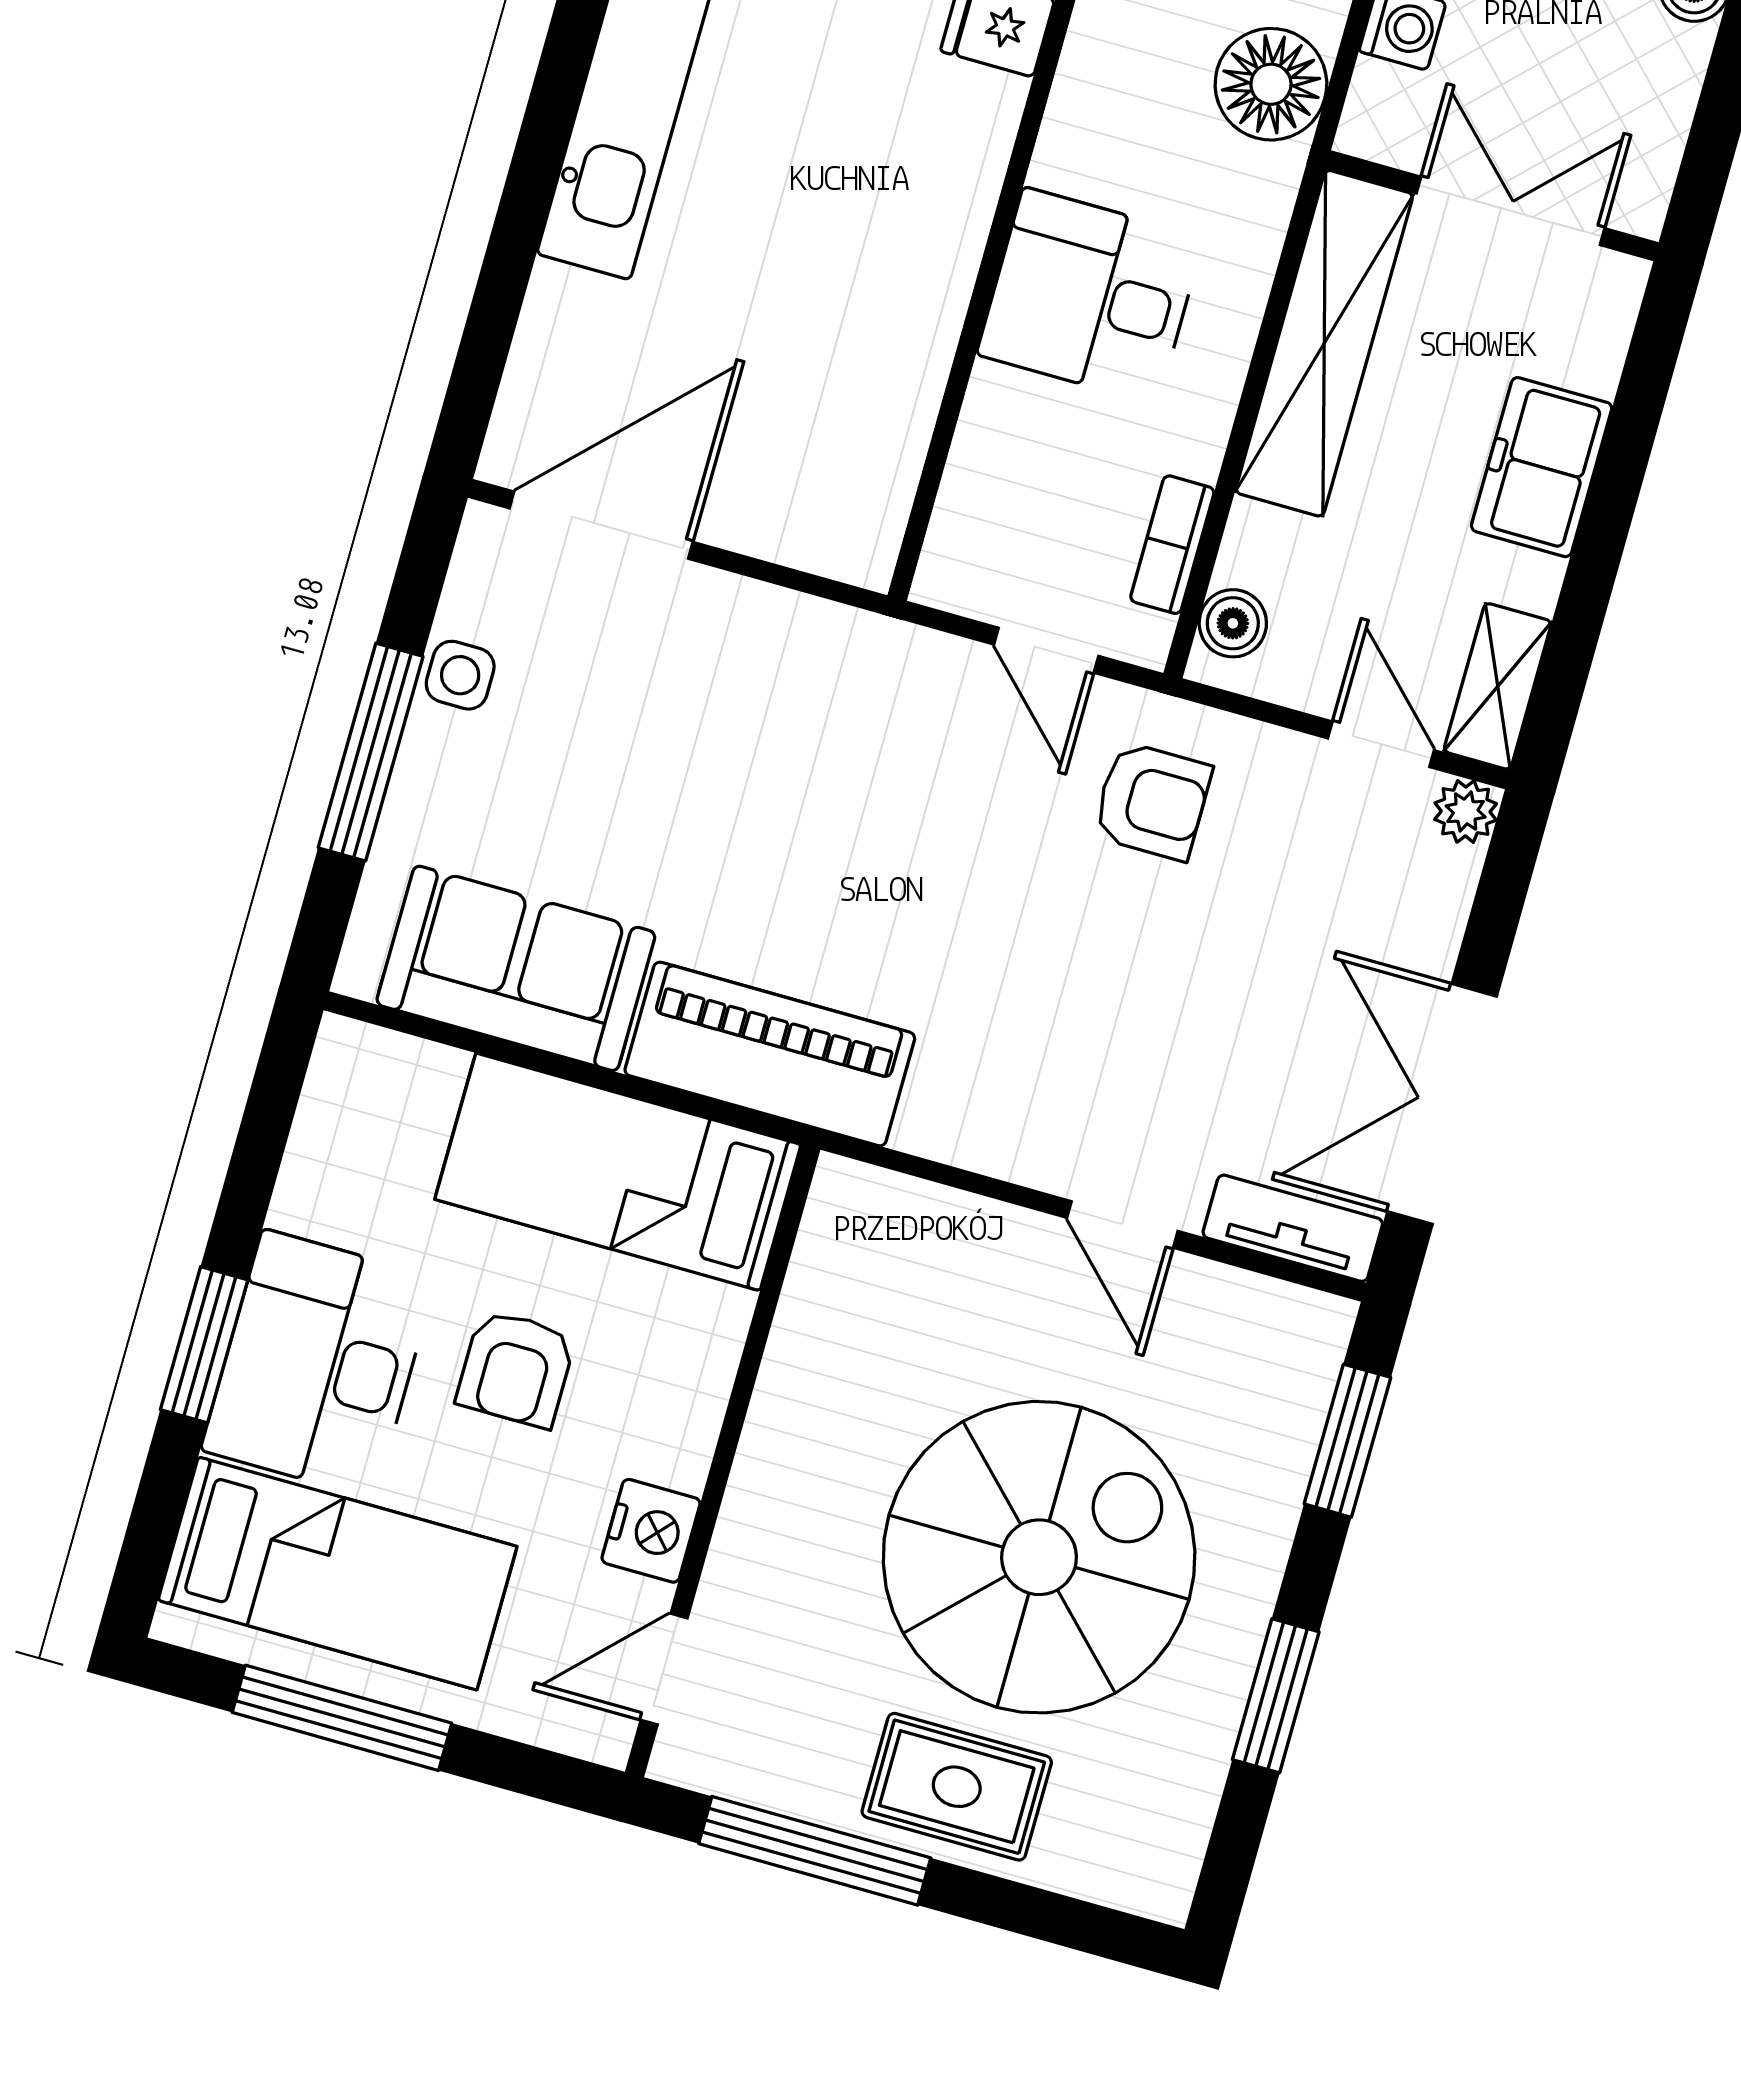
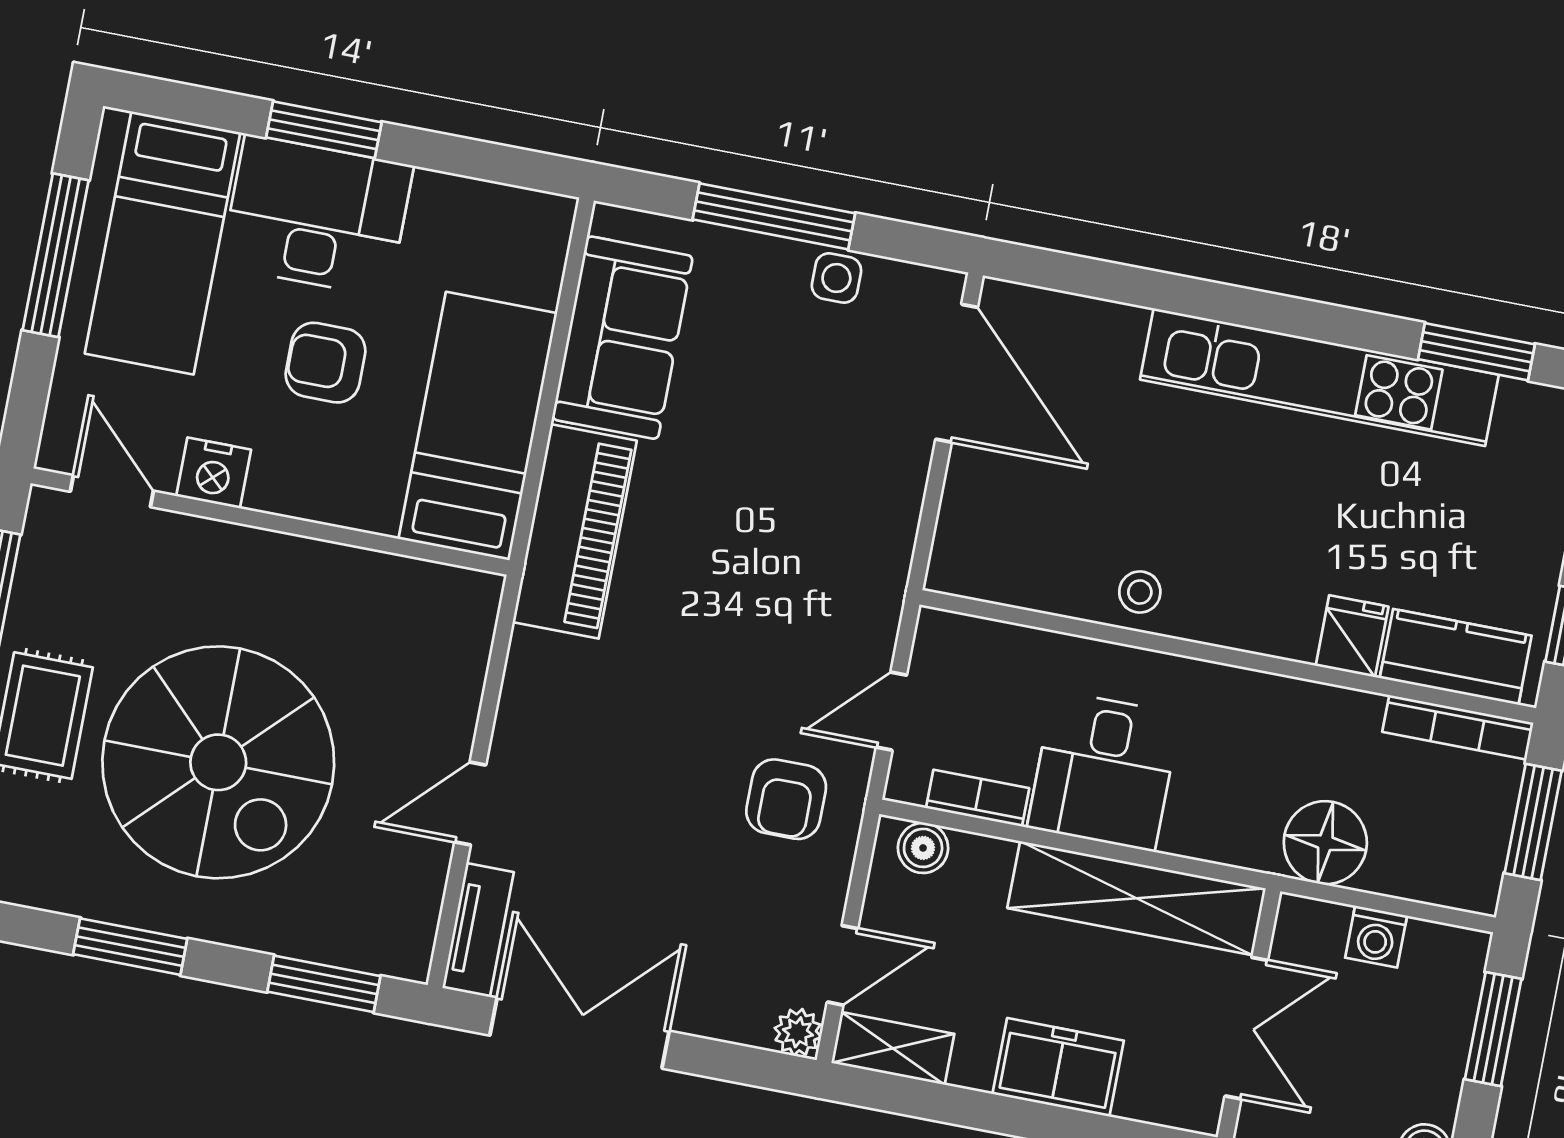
desk: (1090, 296) -> (1104, 771), moved, turned 180
stool: (915, 304) -> (1140, 592), added

